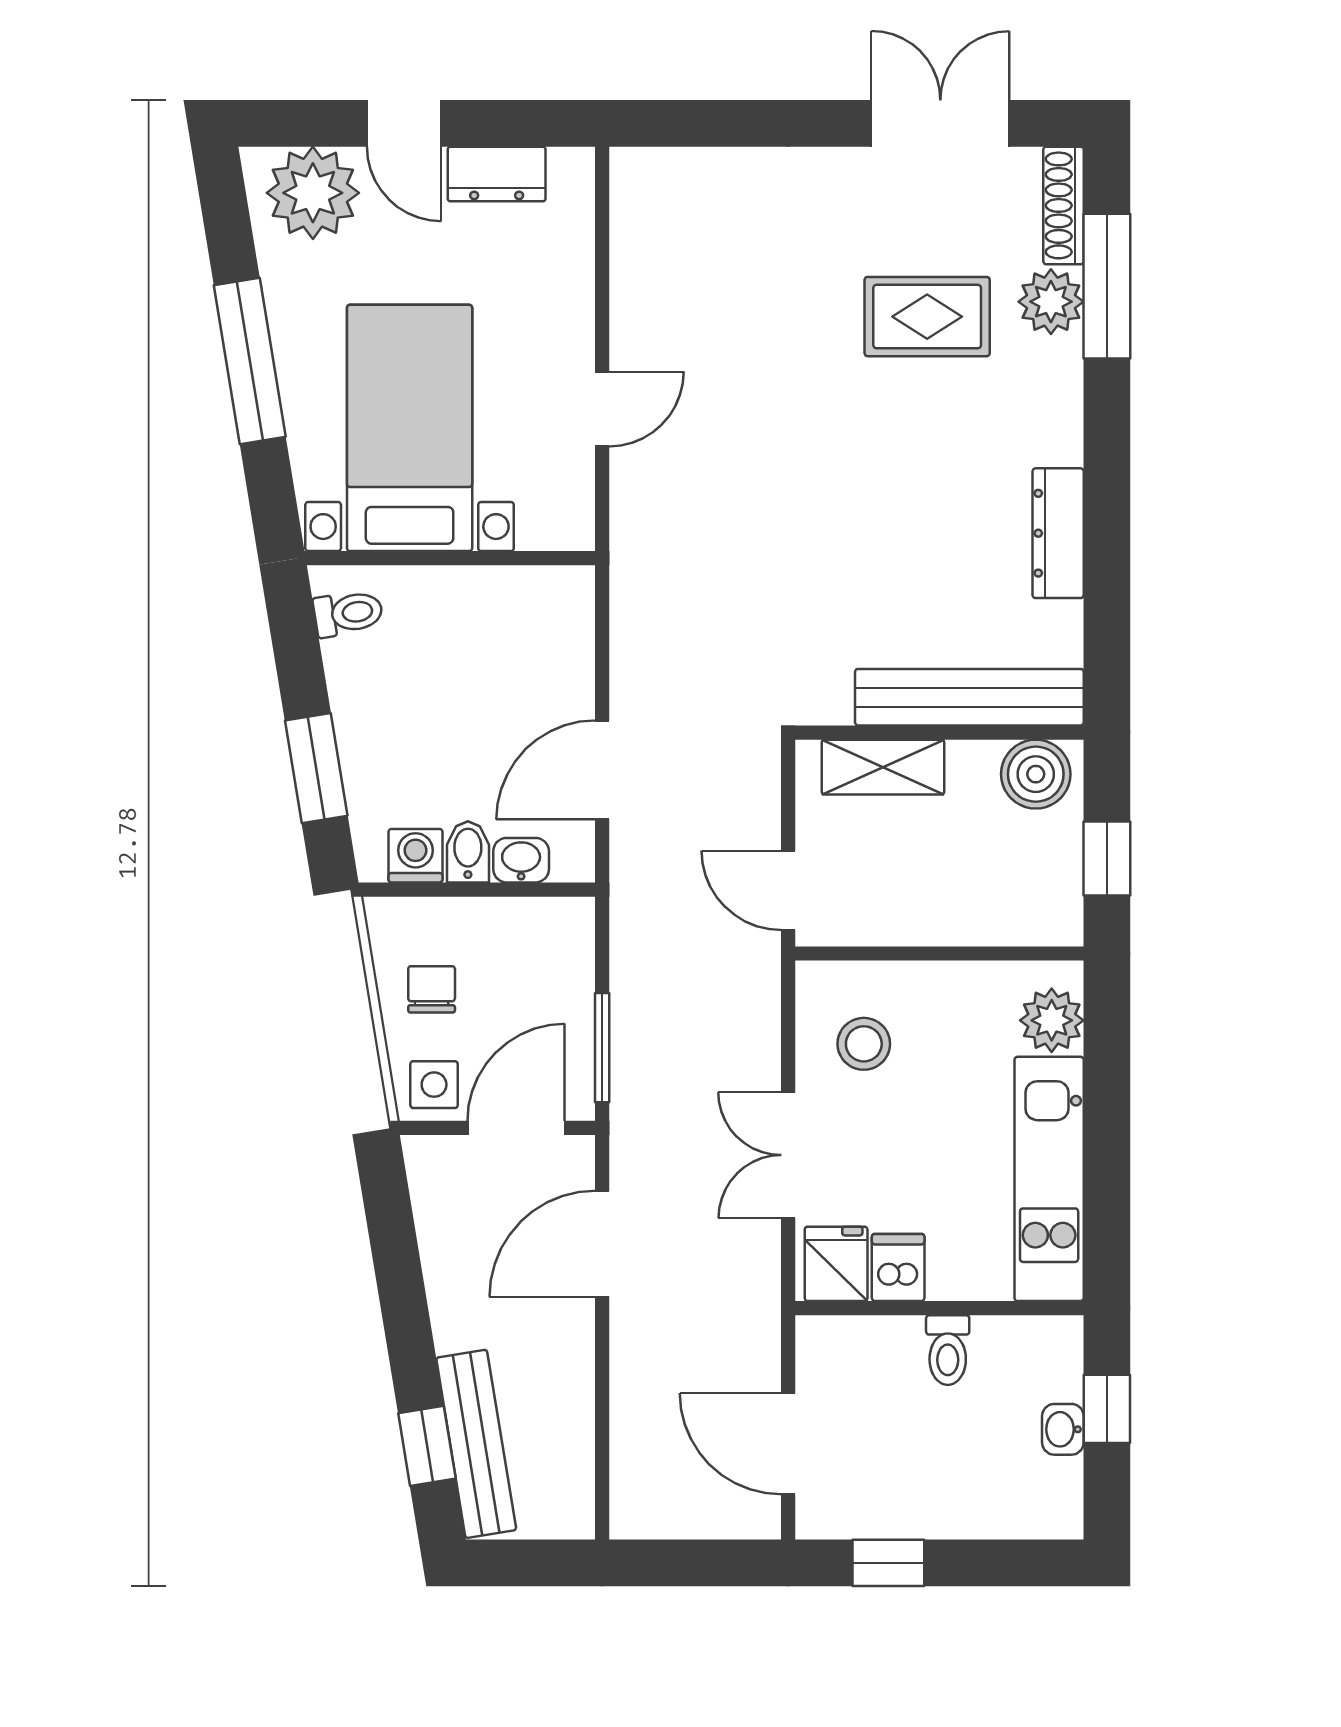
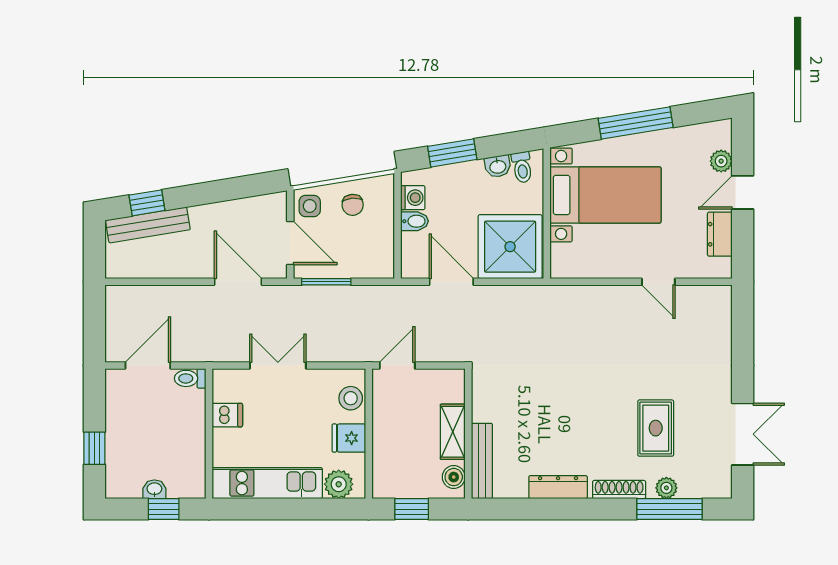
plant: (313, 193) -> (721, 161), width x0.53, depth x0.53
shoe rack: (1063, 205) -> (619, 490), moved
plant: (1051, 302) -> (666, 488), width x0.73, depth x0.73
door: (602, 409) -> (658, 282), moved
shower: (524, 640) -> (510, 247), added
bench: (969, 697) -> (482, 461), width x0.73, depth x0.82
shelving: (883, 767) -> (453, 432), moved
boiler: (1036, 774) -> (454, 477), width x0.73, depth x0.73
washbasin: (521, 860) -> (498, 166), moved, turned 81
chair: (432, 989) -> (353, 205), turned 85
stool: (864, 1044) -> (351, 398), moved
fridge: (836, 1264) -> (349, 438), moved, turned 180
toilet: (948, 1350) -> (190, 378), moved
window: (888, 1563) -> (94, 448), moved

